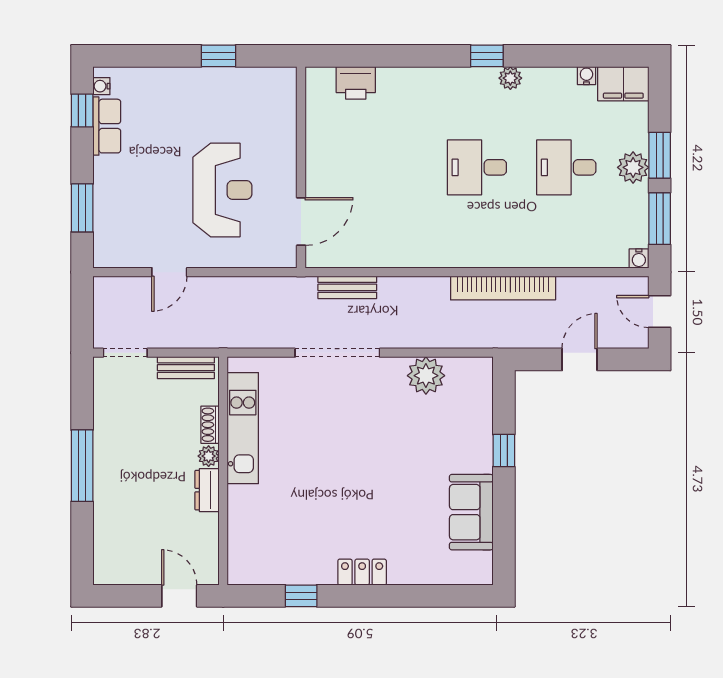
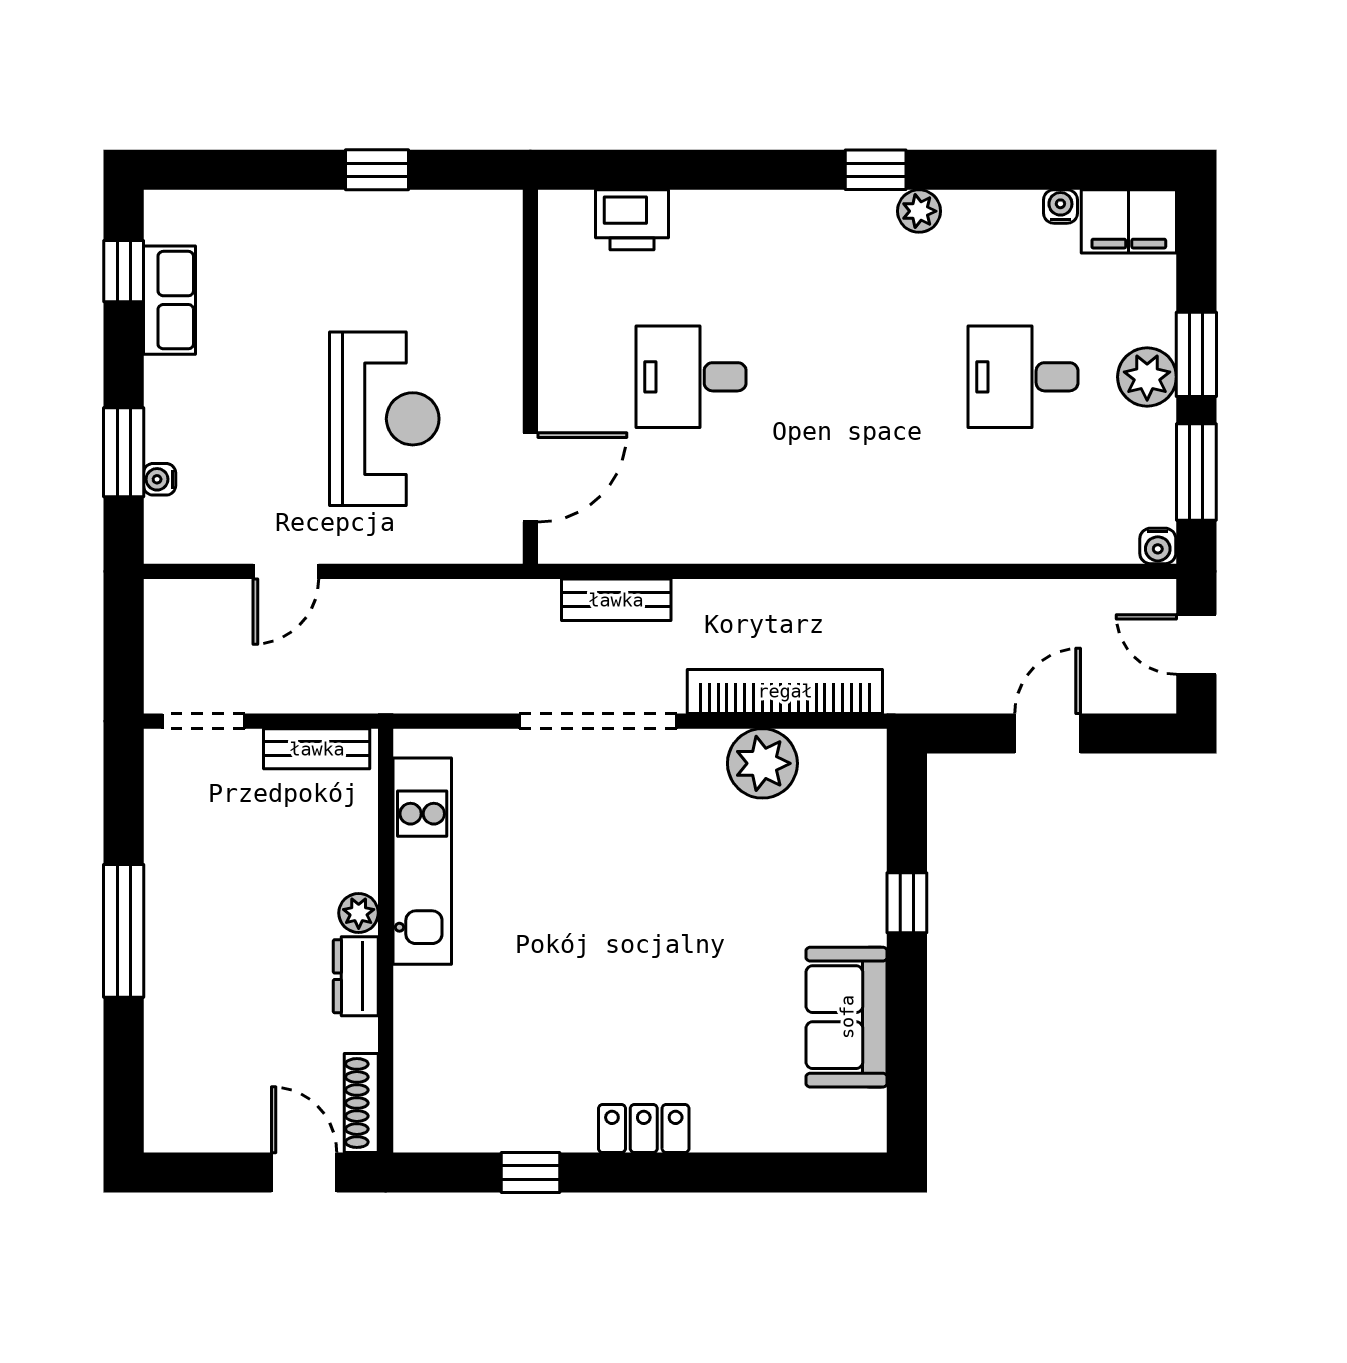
water cooler: (101, 86) -> (160, 479), moved
desk: (477, 167) -> (691, 377), moved
bookcase: (503, 288) -> (785, 691), moved, turned 180
shoe rack: (210, 425) -> (361, 1103), moved, width x1.43

